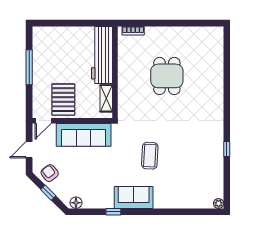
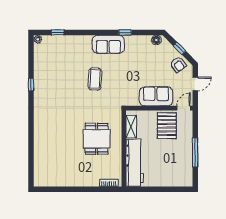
dining table: (167, 76) -> (97, 139), moved
sofa: (84, 135) -> (156, 96), width x0.73
window: (195, 212) -> (58, 32), added

